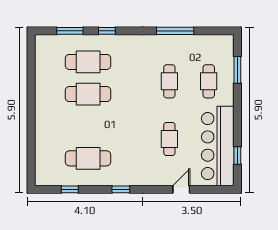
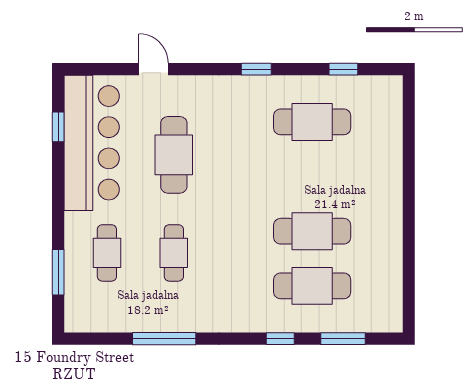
cafe table: (169, 139) -> (174, 155), width x1.37, depth x1.35
door: (181, 189) -> (154, 69), swing flipped

